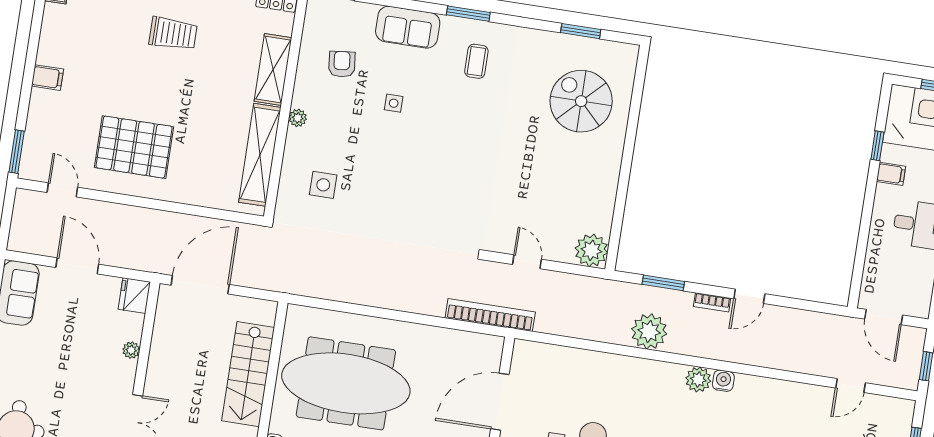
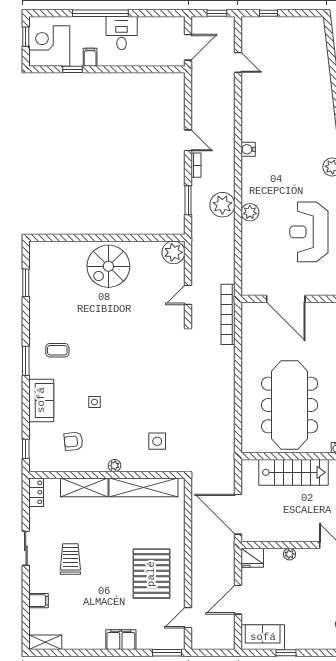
filing cabinet: (47, 78) -> (121, 640), width x2.00
spiral stairs: (581, 101) -> (108, 266), moved
plant: (698, 380) -> (250, 212), moved

